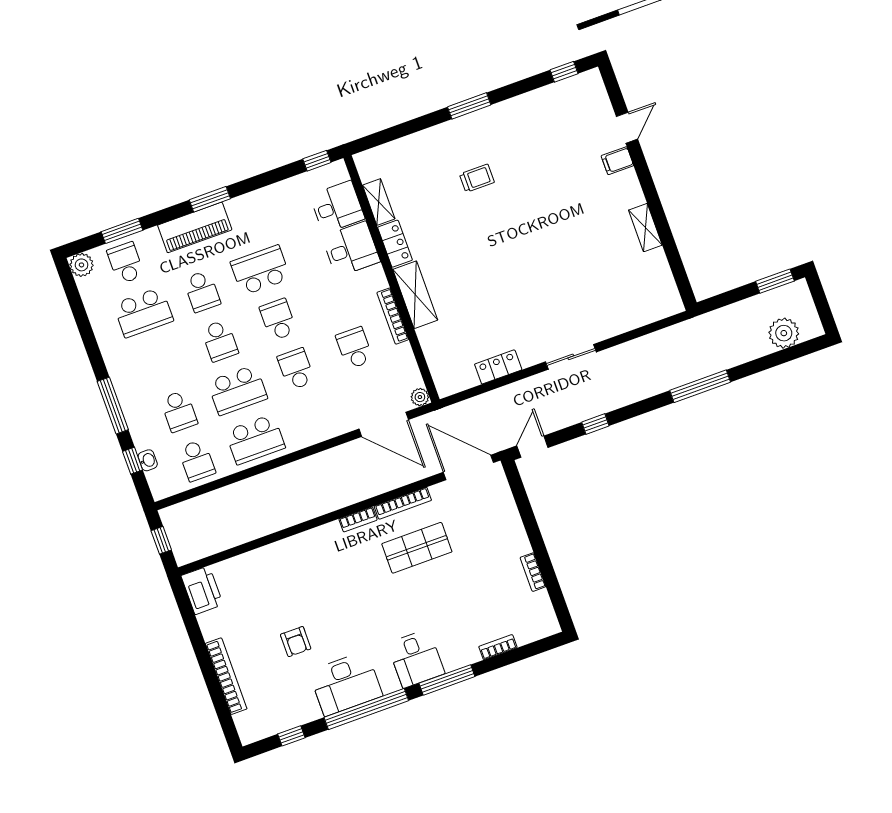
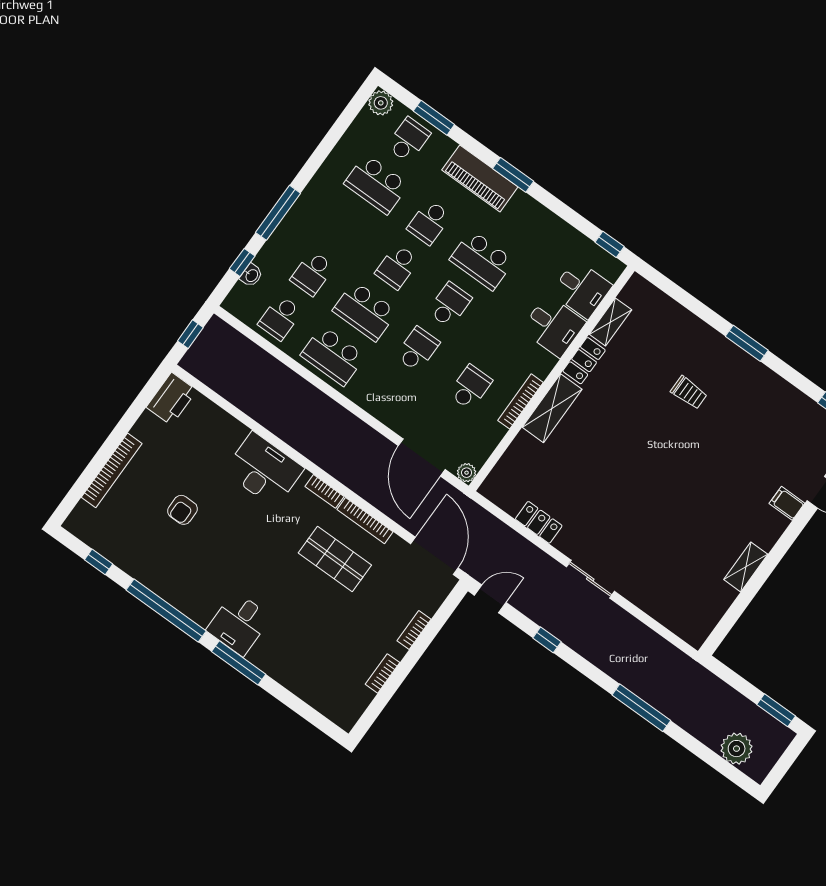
school desk: (260, 270) -> (482, 260), turned 180
bookcase: (498, 647) -> (414, 630), moved, turned -90
desk: (346, 684) -> (264, 470), moved, turned 180

